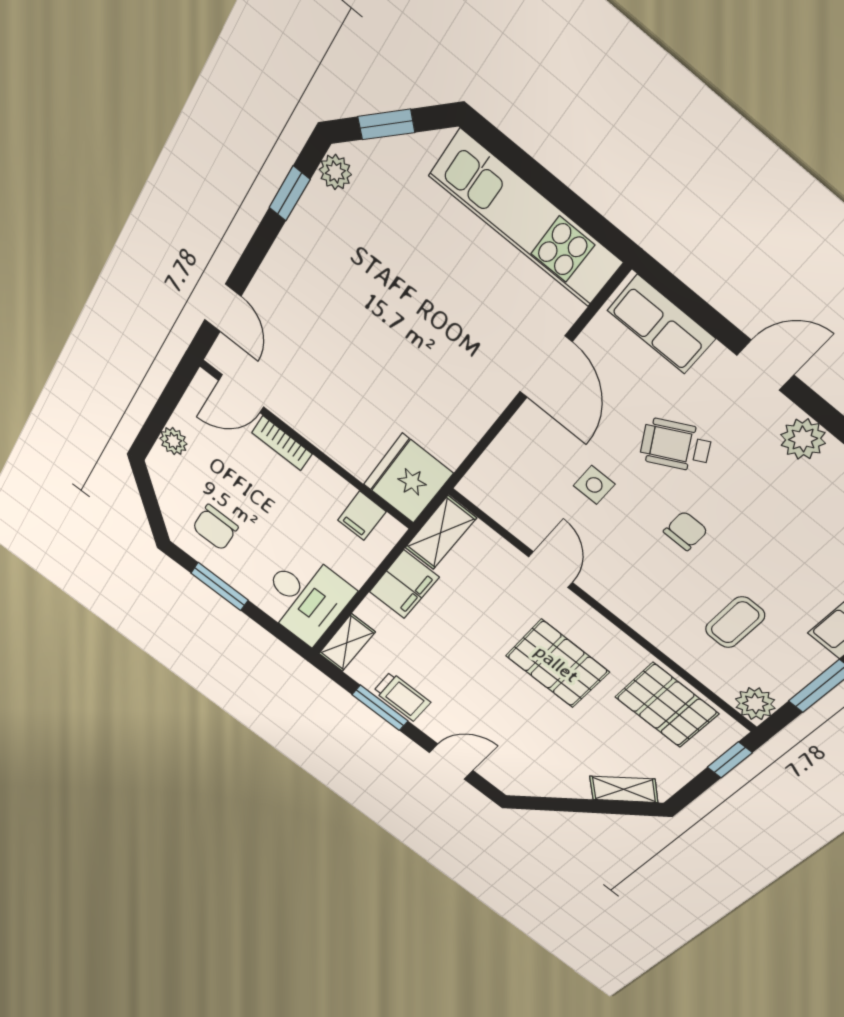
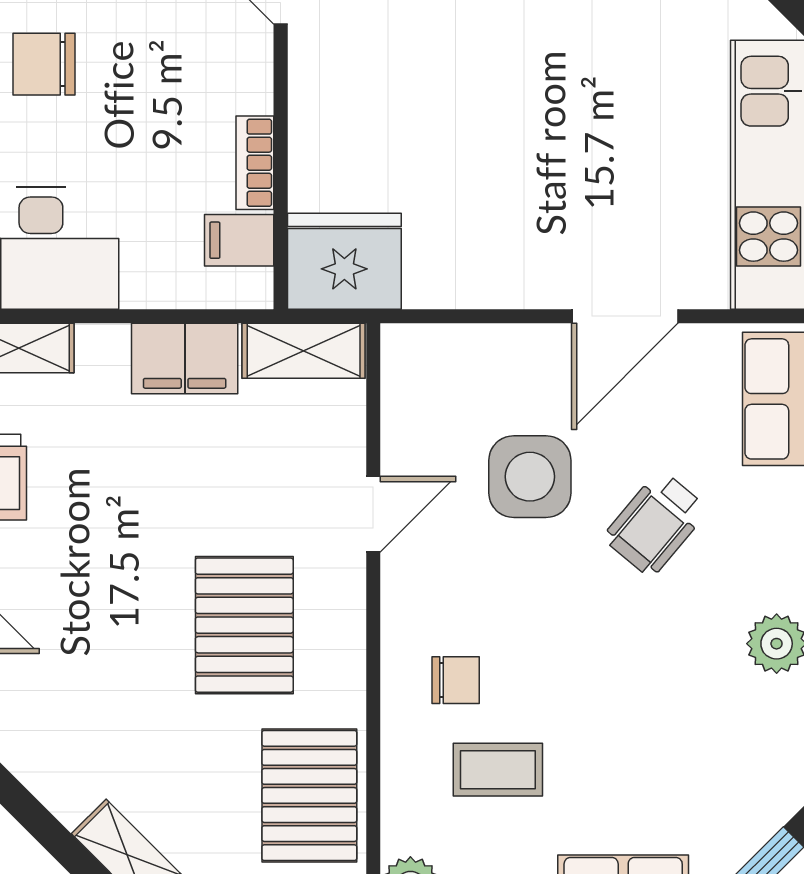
bookcase: (282, 443) -> (255, 163), moved
wheelchair: (676, 445) -> (656, 524), turned -111
side table: (594, 485) -> (530, 477), width x1.87, depth x1.87
chair: (686, 531) -> (456, 680), moved

